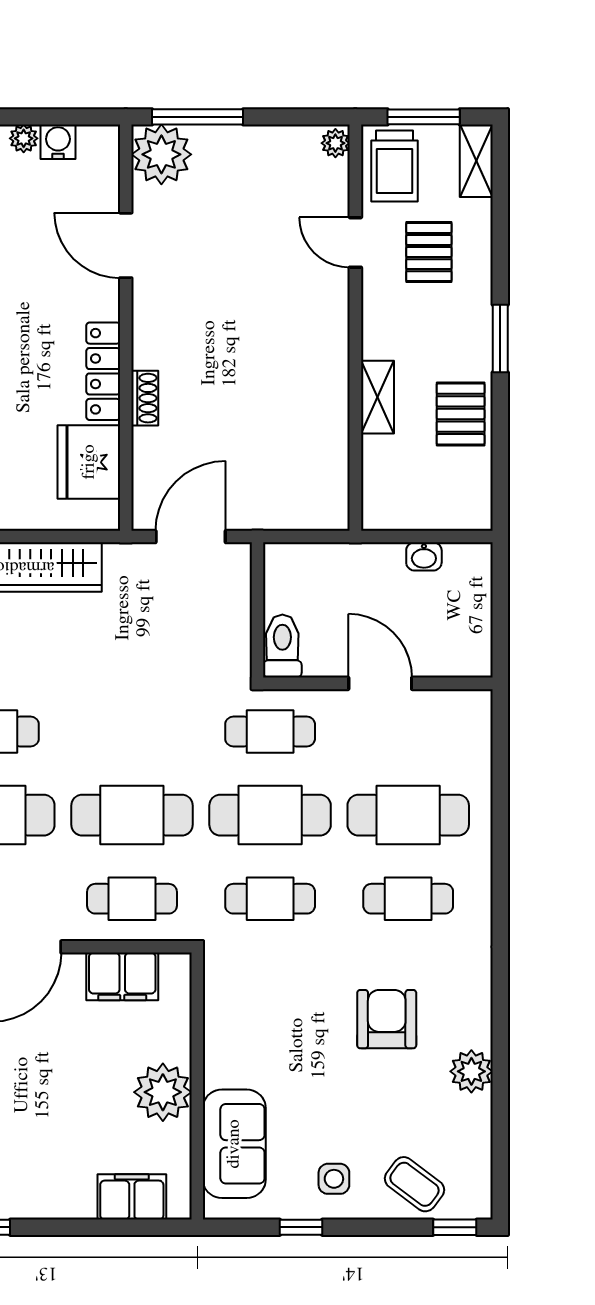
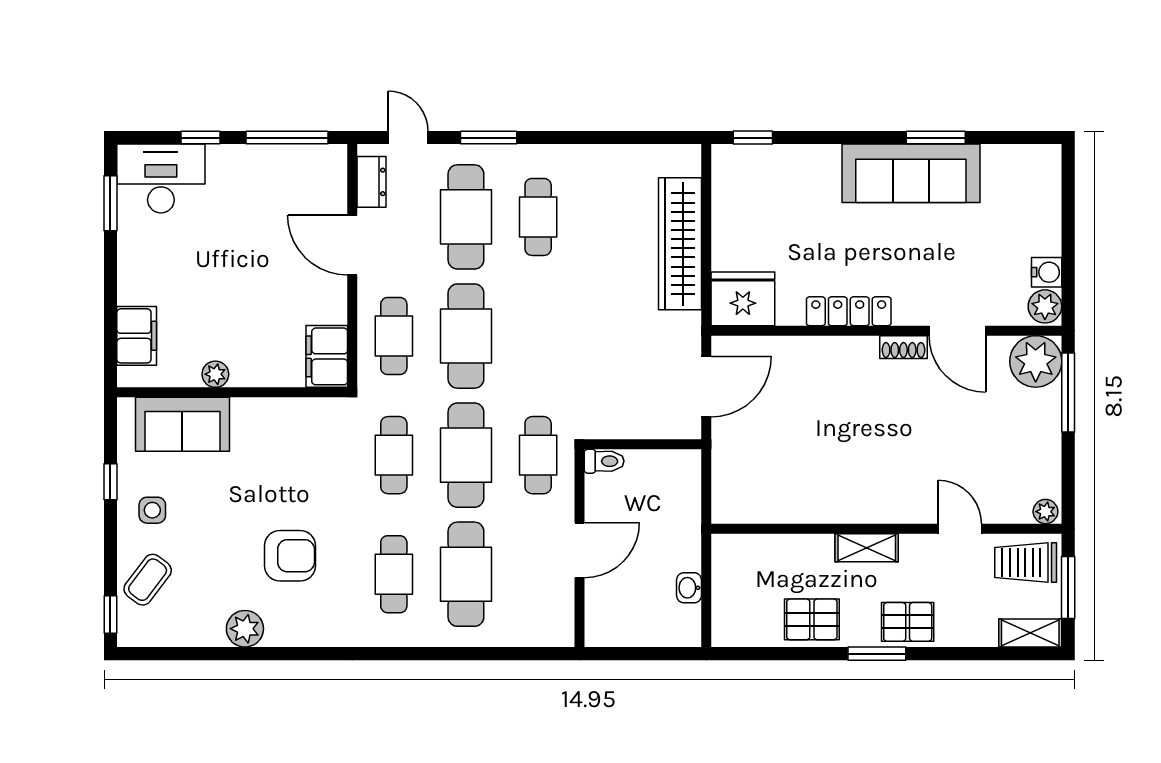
plant: (24, 138) -> (1045, 306), moved, width x1.38, depth x1.38
door: (355, 242) -> (960, 529), hinge flipped
door: (126, 245) -> (957, 331), swing flipped
pallet: (429, 252) -> (908, 622), moved
shelving: (377, 397) -> (867, 548), moved
shoe rack: (145, 398) -> (903, 347), moved
fridge: (89, 462) -> (743, 299), moved
door: (191, 537) -> (706, 387), hinge flipped
toilet: (282, 646) -> (604, 461), width x0.73, depth x0.72
filing cabinet: (122, 976) -> (327, 356), moved
plant: (163, 1092) -> (215, 374), width x0.53, depth x0.53

